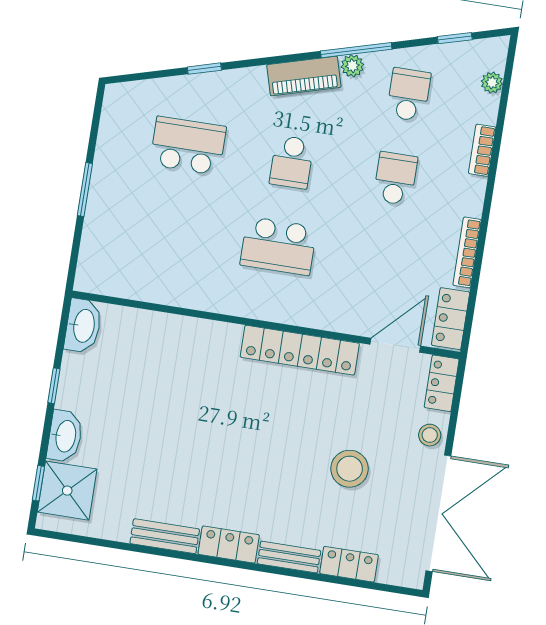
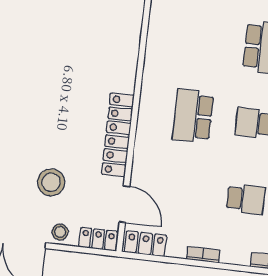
bookcase: (467, 252) -> (203, 255), width x0.64
stool: (350, 469) -> (51, 182), moved

